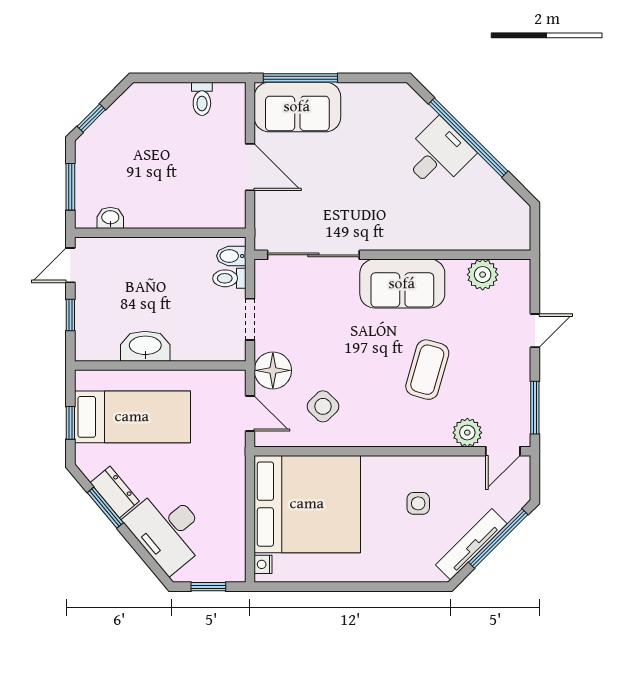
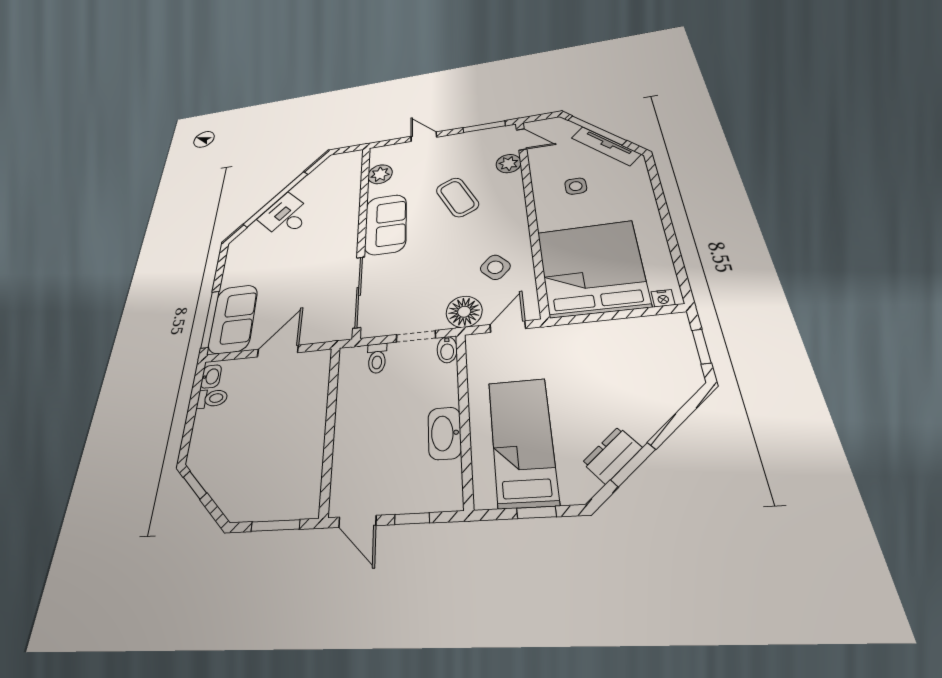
window: (91, 118) -> (195, 485), moved
washbasin: (110, 218) -> (211, 376), moved, turned 180
bidet: (231, 256) -> (447, 350), moved
coffee table: (427, 370) -> (457, 197), turned 48
desk: (168, 530) -> (645, 394), removed

